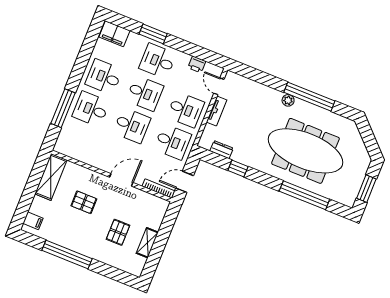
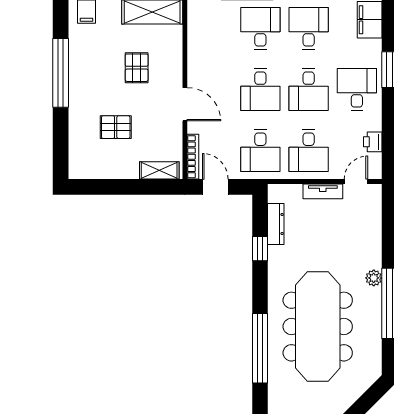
dresser: (222, 150) -> (276, 224), width x1.44
shelving: (147, 243) -> (159, 170), moved

